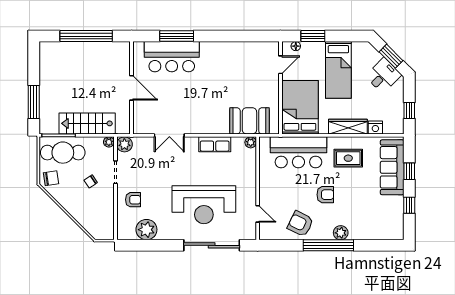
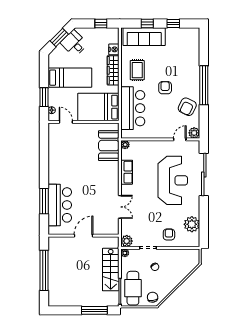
plant: (341, 233) -> (194, 133), moved

